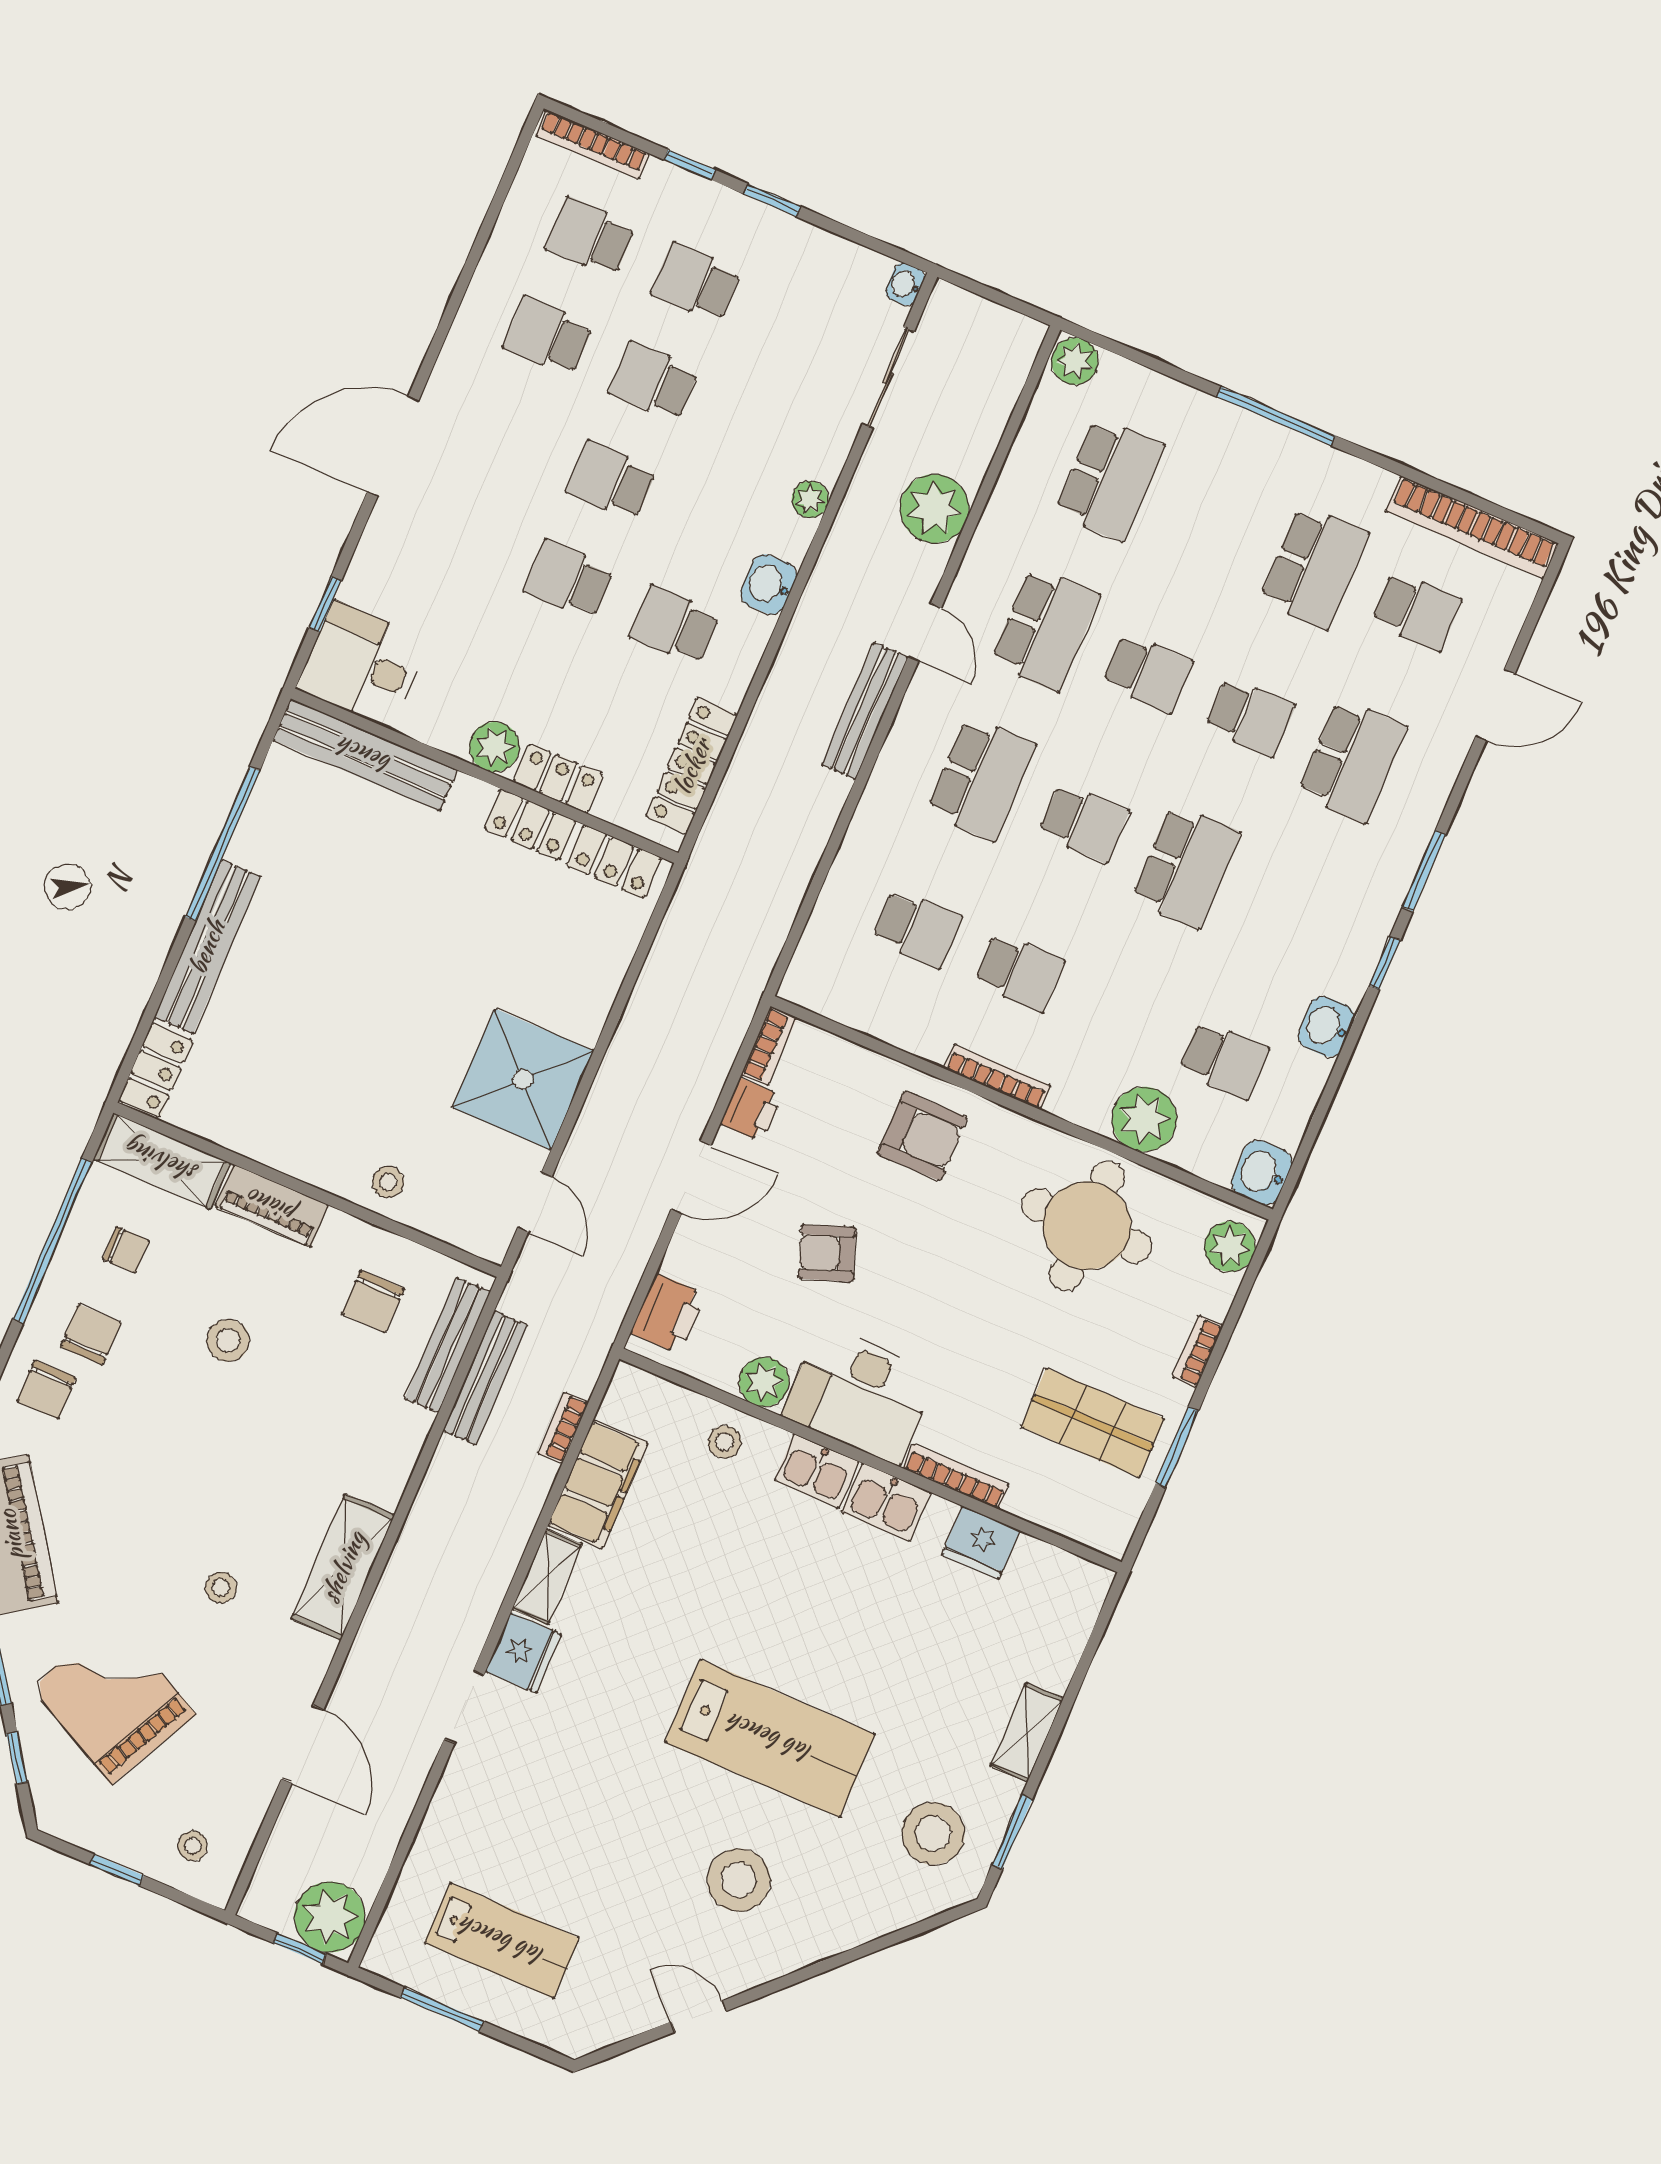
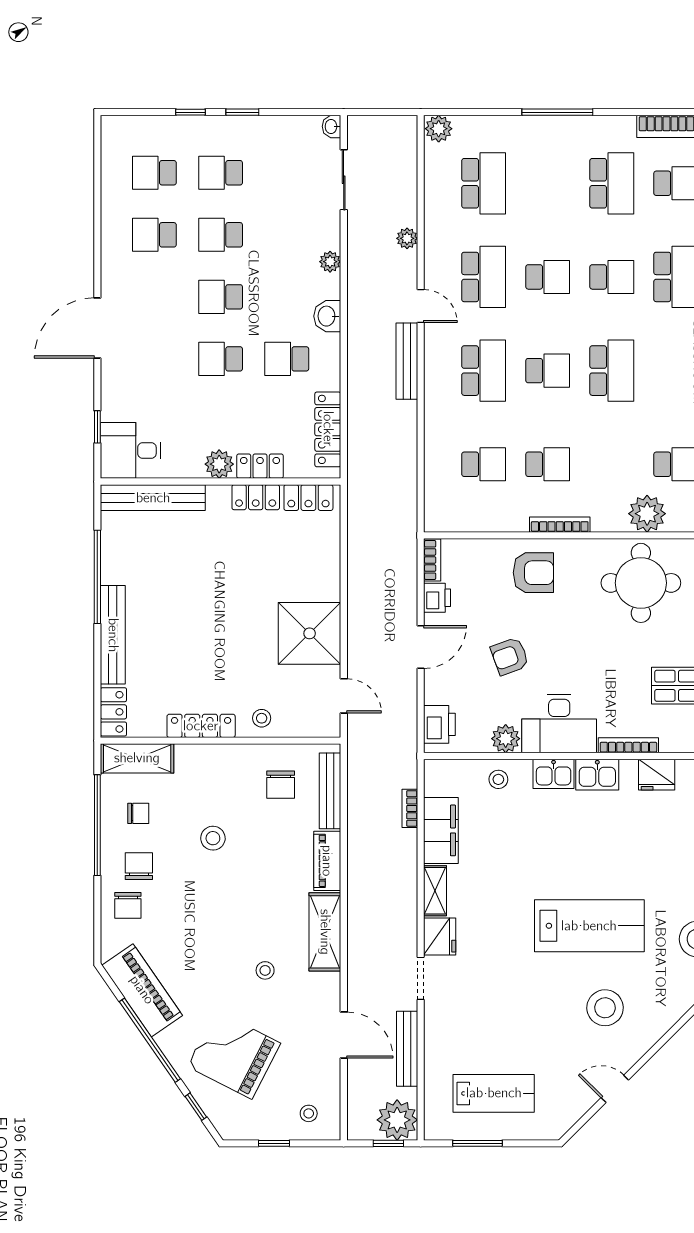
bookcase: (592, 144) -> (134, 123), removed
plant: (934, 509) -> (407, 238), width x0.53, depth x0.53
locker: (286, 1153) -> (201, 726), added
piano: (272, 1206) -> (327, 861), moved, turned 90
bench: (485, 1378) -> (407, 1049), moved

